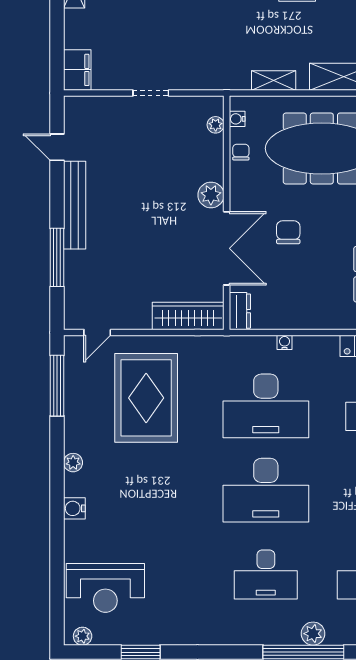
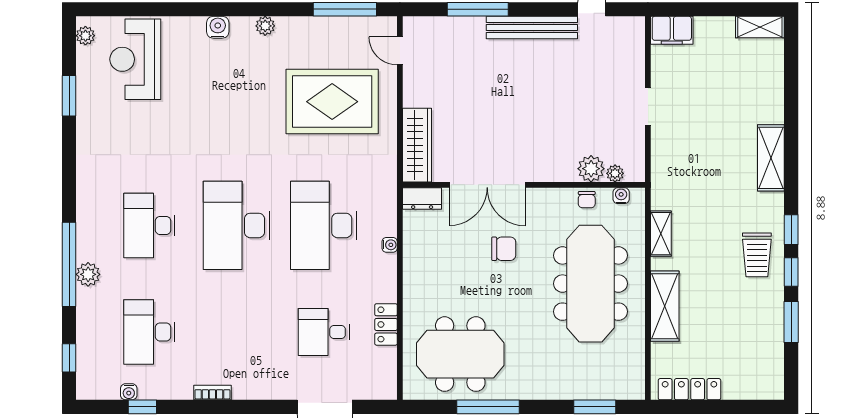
chair: (241, 152) -> (587, 200), turned 90
plant: (211, 195) -> (591, 169), moved

